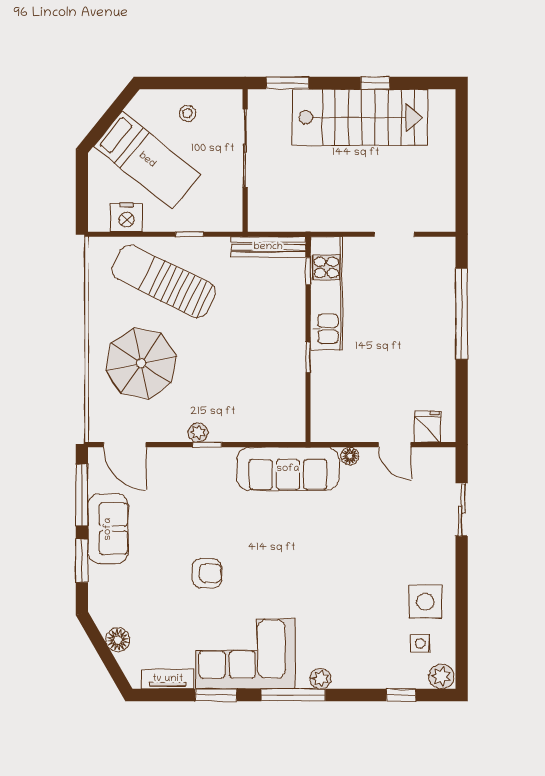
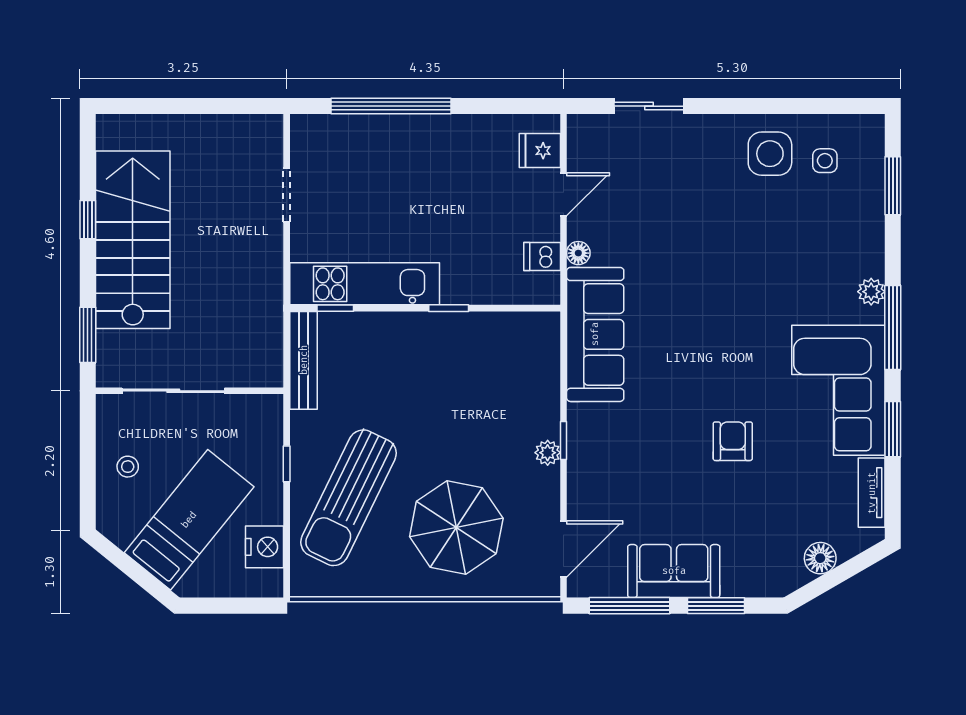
dishwasher: (347, 428) -> (542, 257), added
plant: (441, 676) -> (868, 133), removed
window: (401, 695) -> (893, 186), width x1.50

